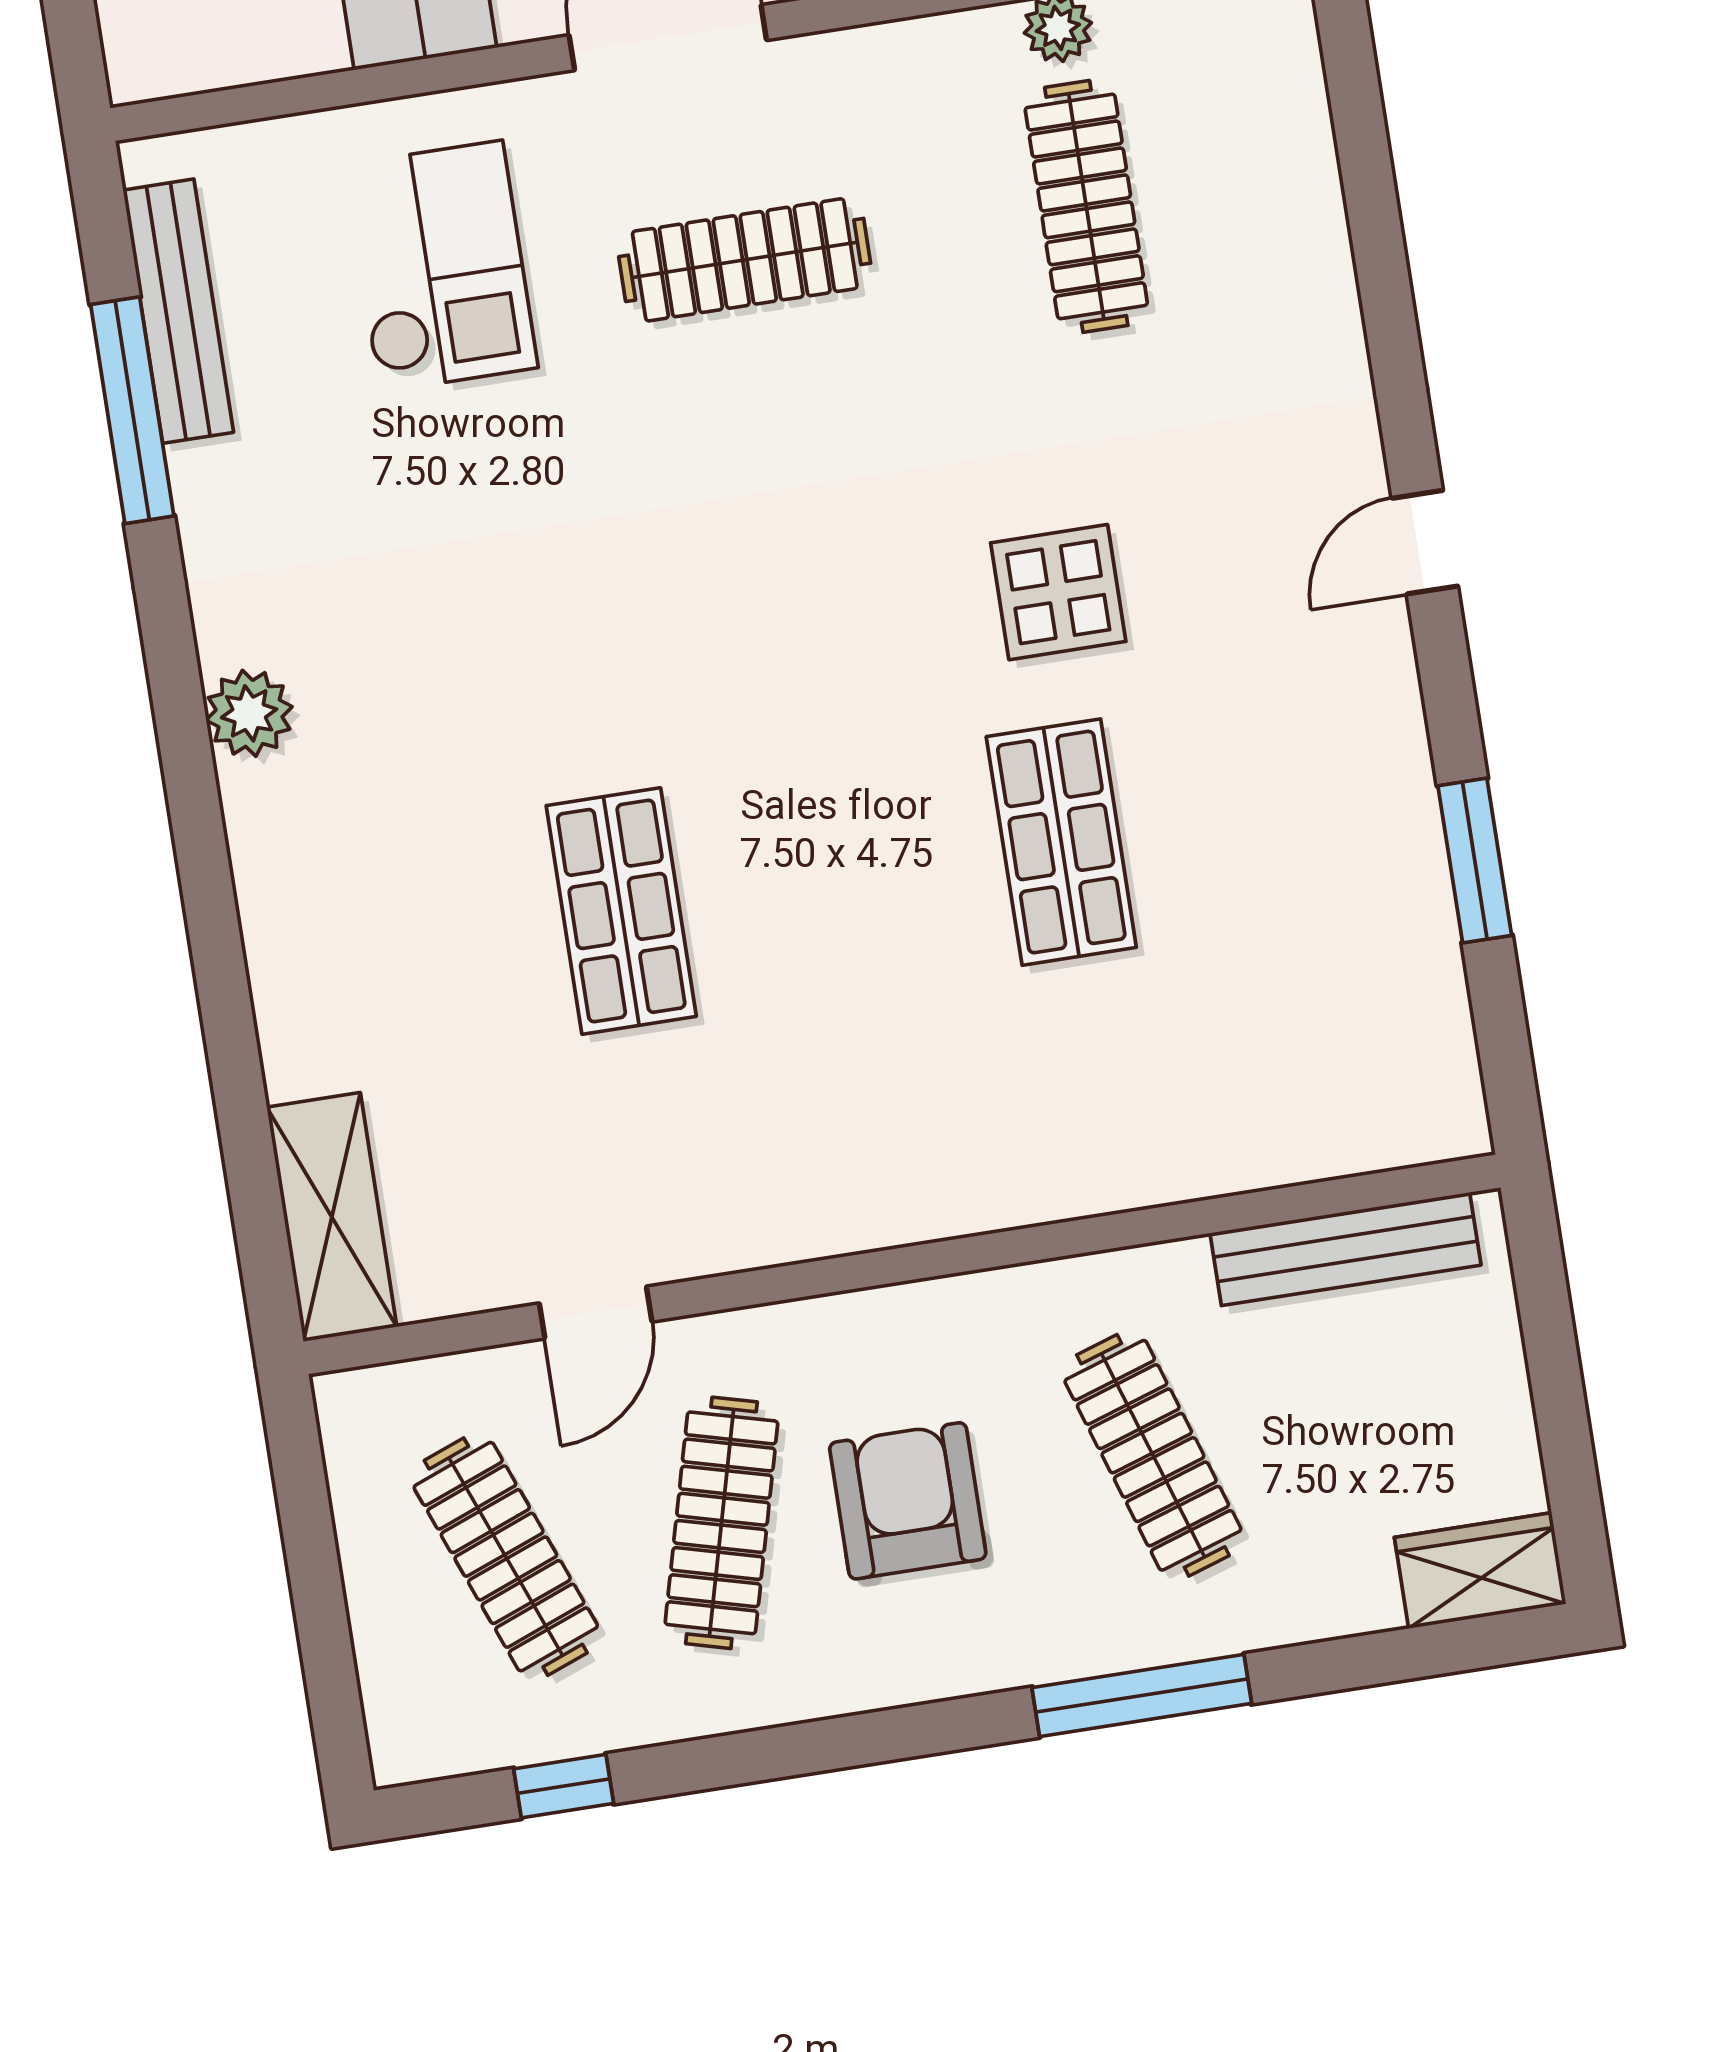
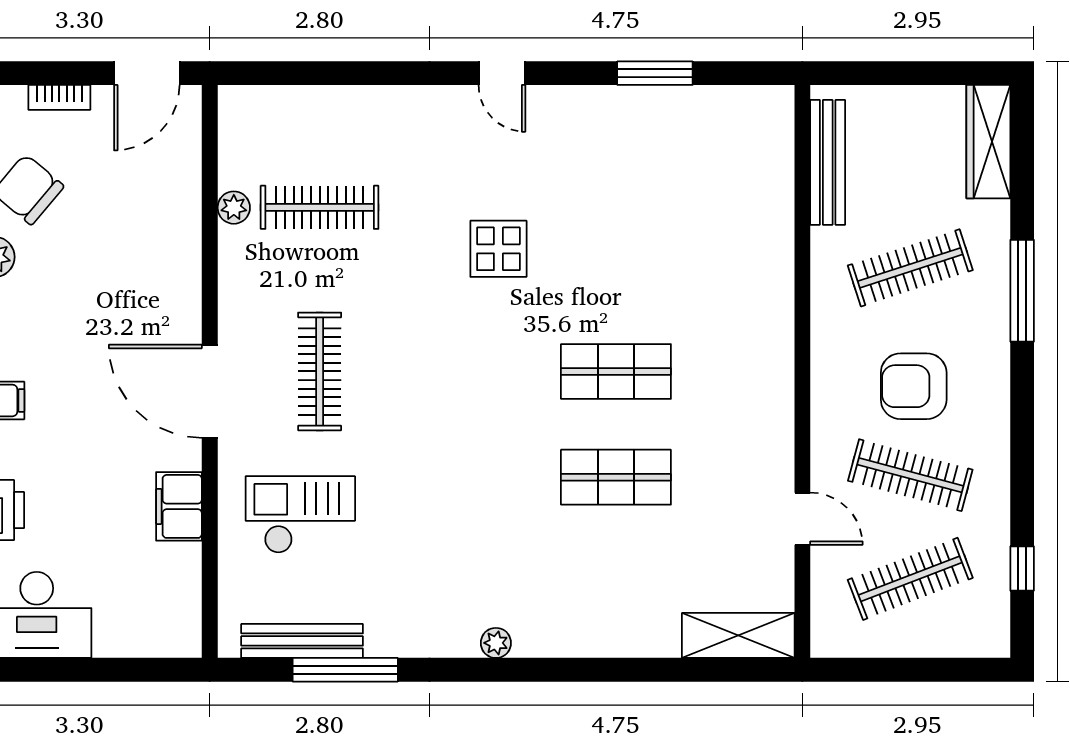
plant: (249, 713) -> (496, 643), width x0.73, depth x0.73
shop shelf: (1061, 842) -> (616, 371), moved
wardrobe: (1480, 1571) -> (988, 142), width x1.50

